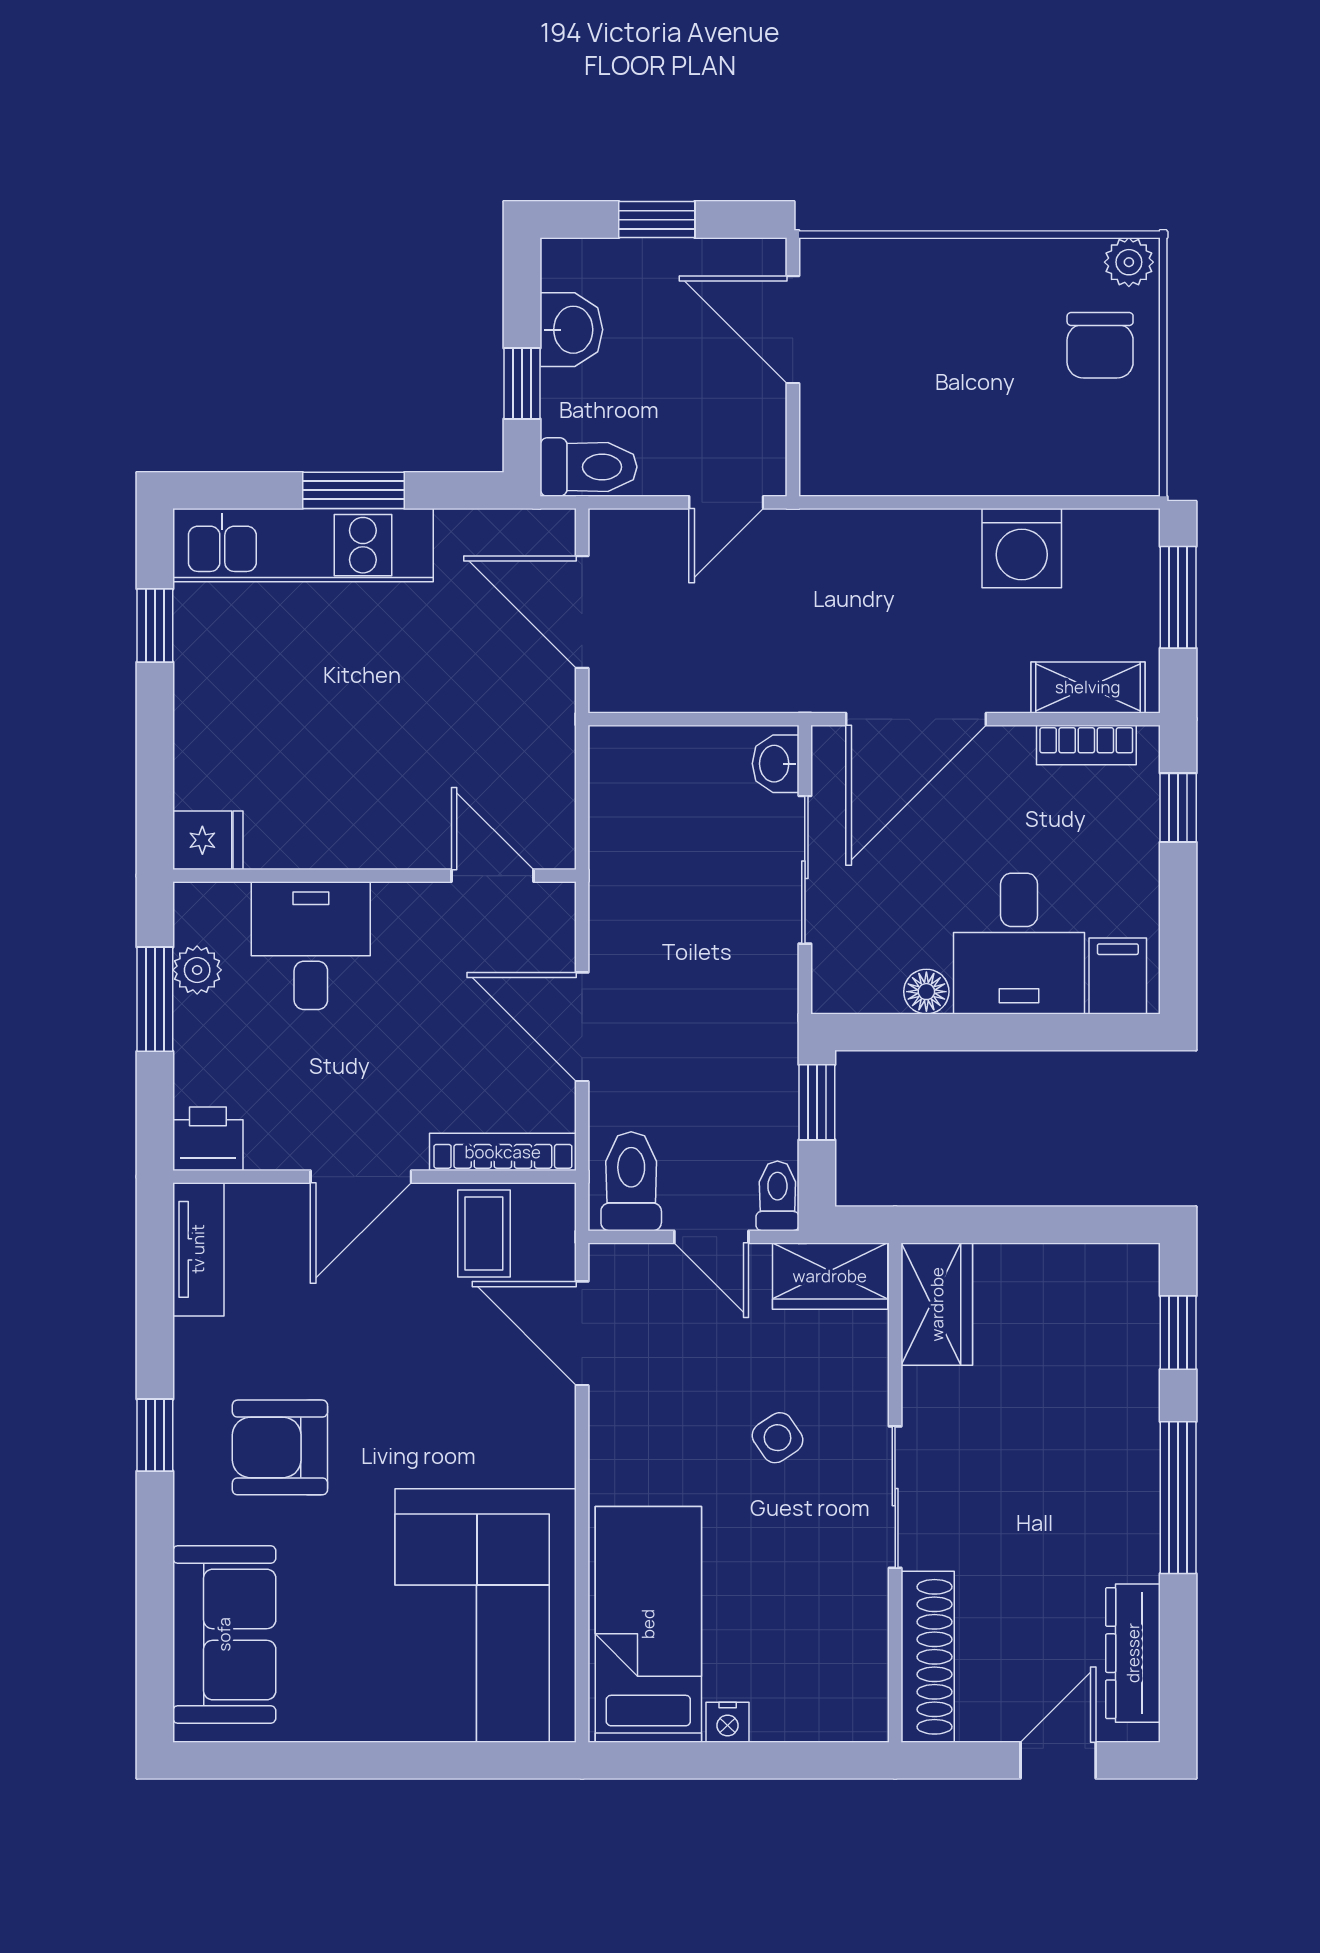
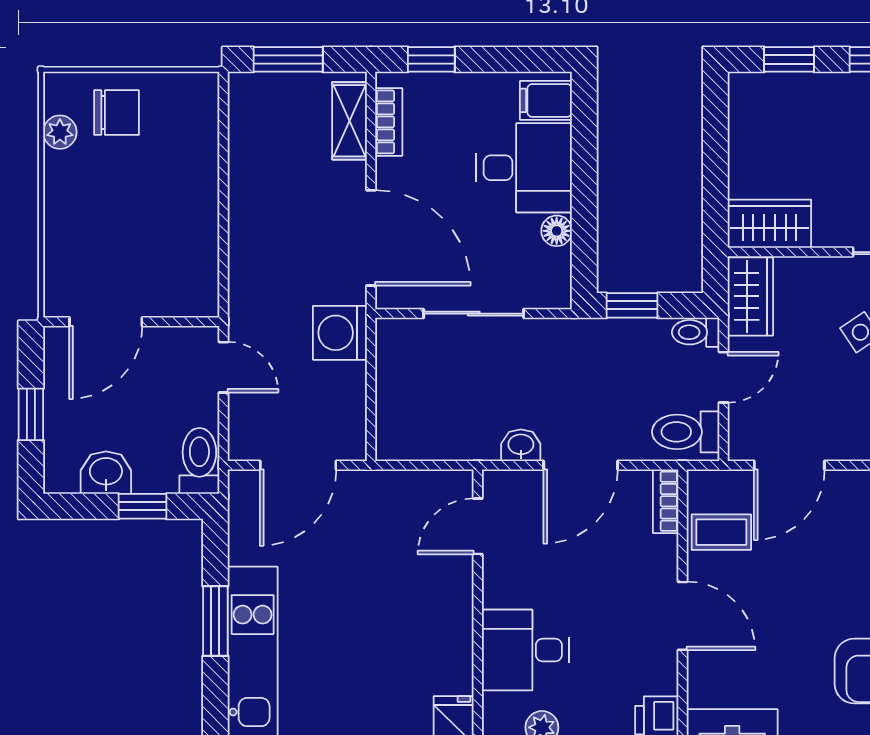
plant: (1129, 262) -> (60, 132), moved
washing machine: (1022, 548) -> (340, 333), moved, turned 180
washbasin: (776, 764) -> (521, 445), moved, turned 180
bookcase: (503, 1152) -> (666, 501), width x0.64

